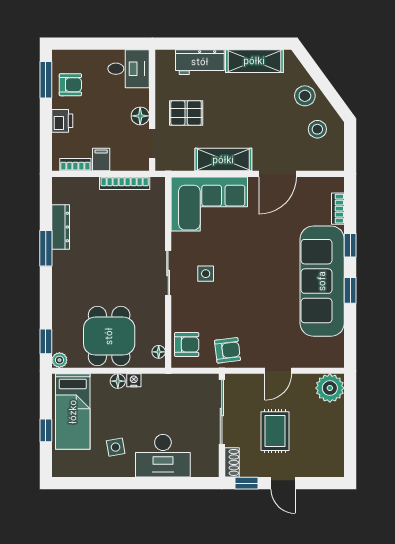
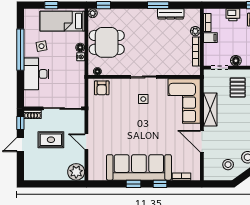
plant: (90, 185) -> (195, 31), added
armchair: (228, 350) -> (98, 112), removed
window: (121, 483) -> (20, 50), added

